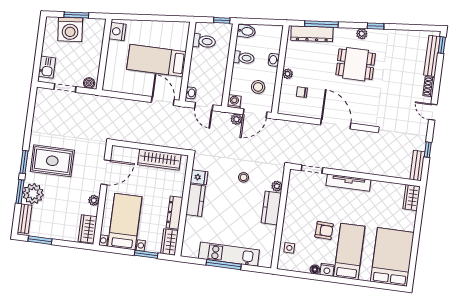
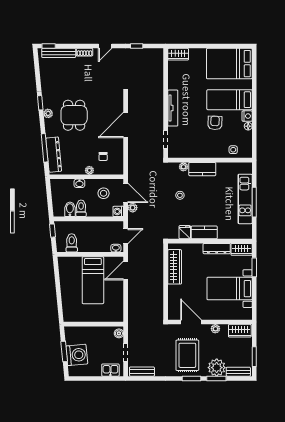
nightstand: (117, 31) -> (73, 316), removed
bidet: (246, 31) -> (70, 209), moved
bench: (417, 166) -> (142, 372), moved
door: (106, 172) -> (191, 322), moved
wall: (103, 195) -> (210, 322), moved
plant: (94, 200) -> (215, 329), moved
wardrobe: (88, 229) -> (240, 331), moved

